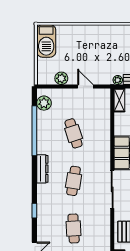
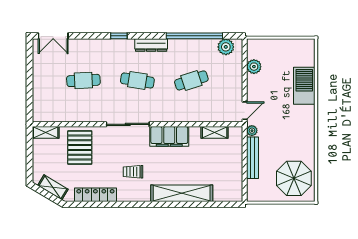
barbecue: (46, 41) -> (304, 86), moved, turned 90
door: (85, 87) -> (245, 111), moved
shelving: (119, 100) -> (215, 132), moved
window: (34, 211) -> (119, 36), moved

